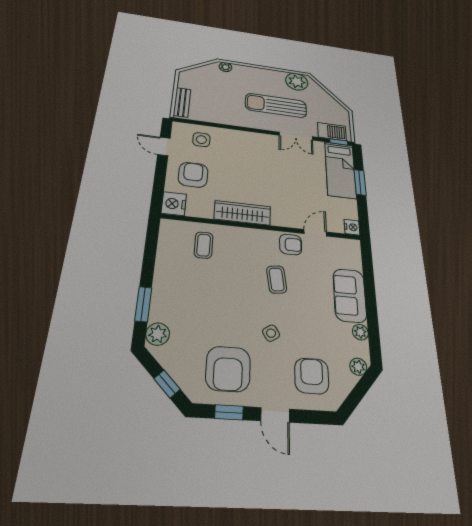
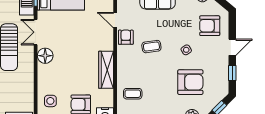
double door: (296, 136) -> (36, 32), swing flipped
floor lamp: (264, 142) -> (45, 56), added
armchair: (228, 369) -> (190, 82), moved

